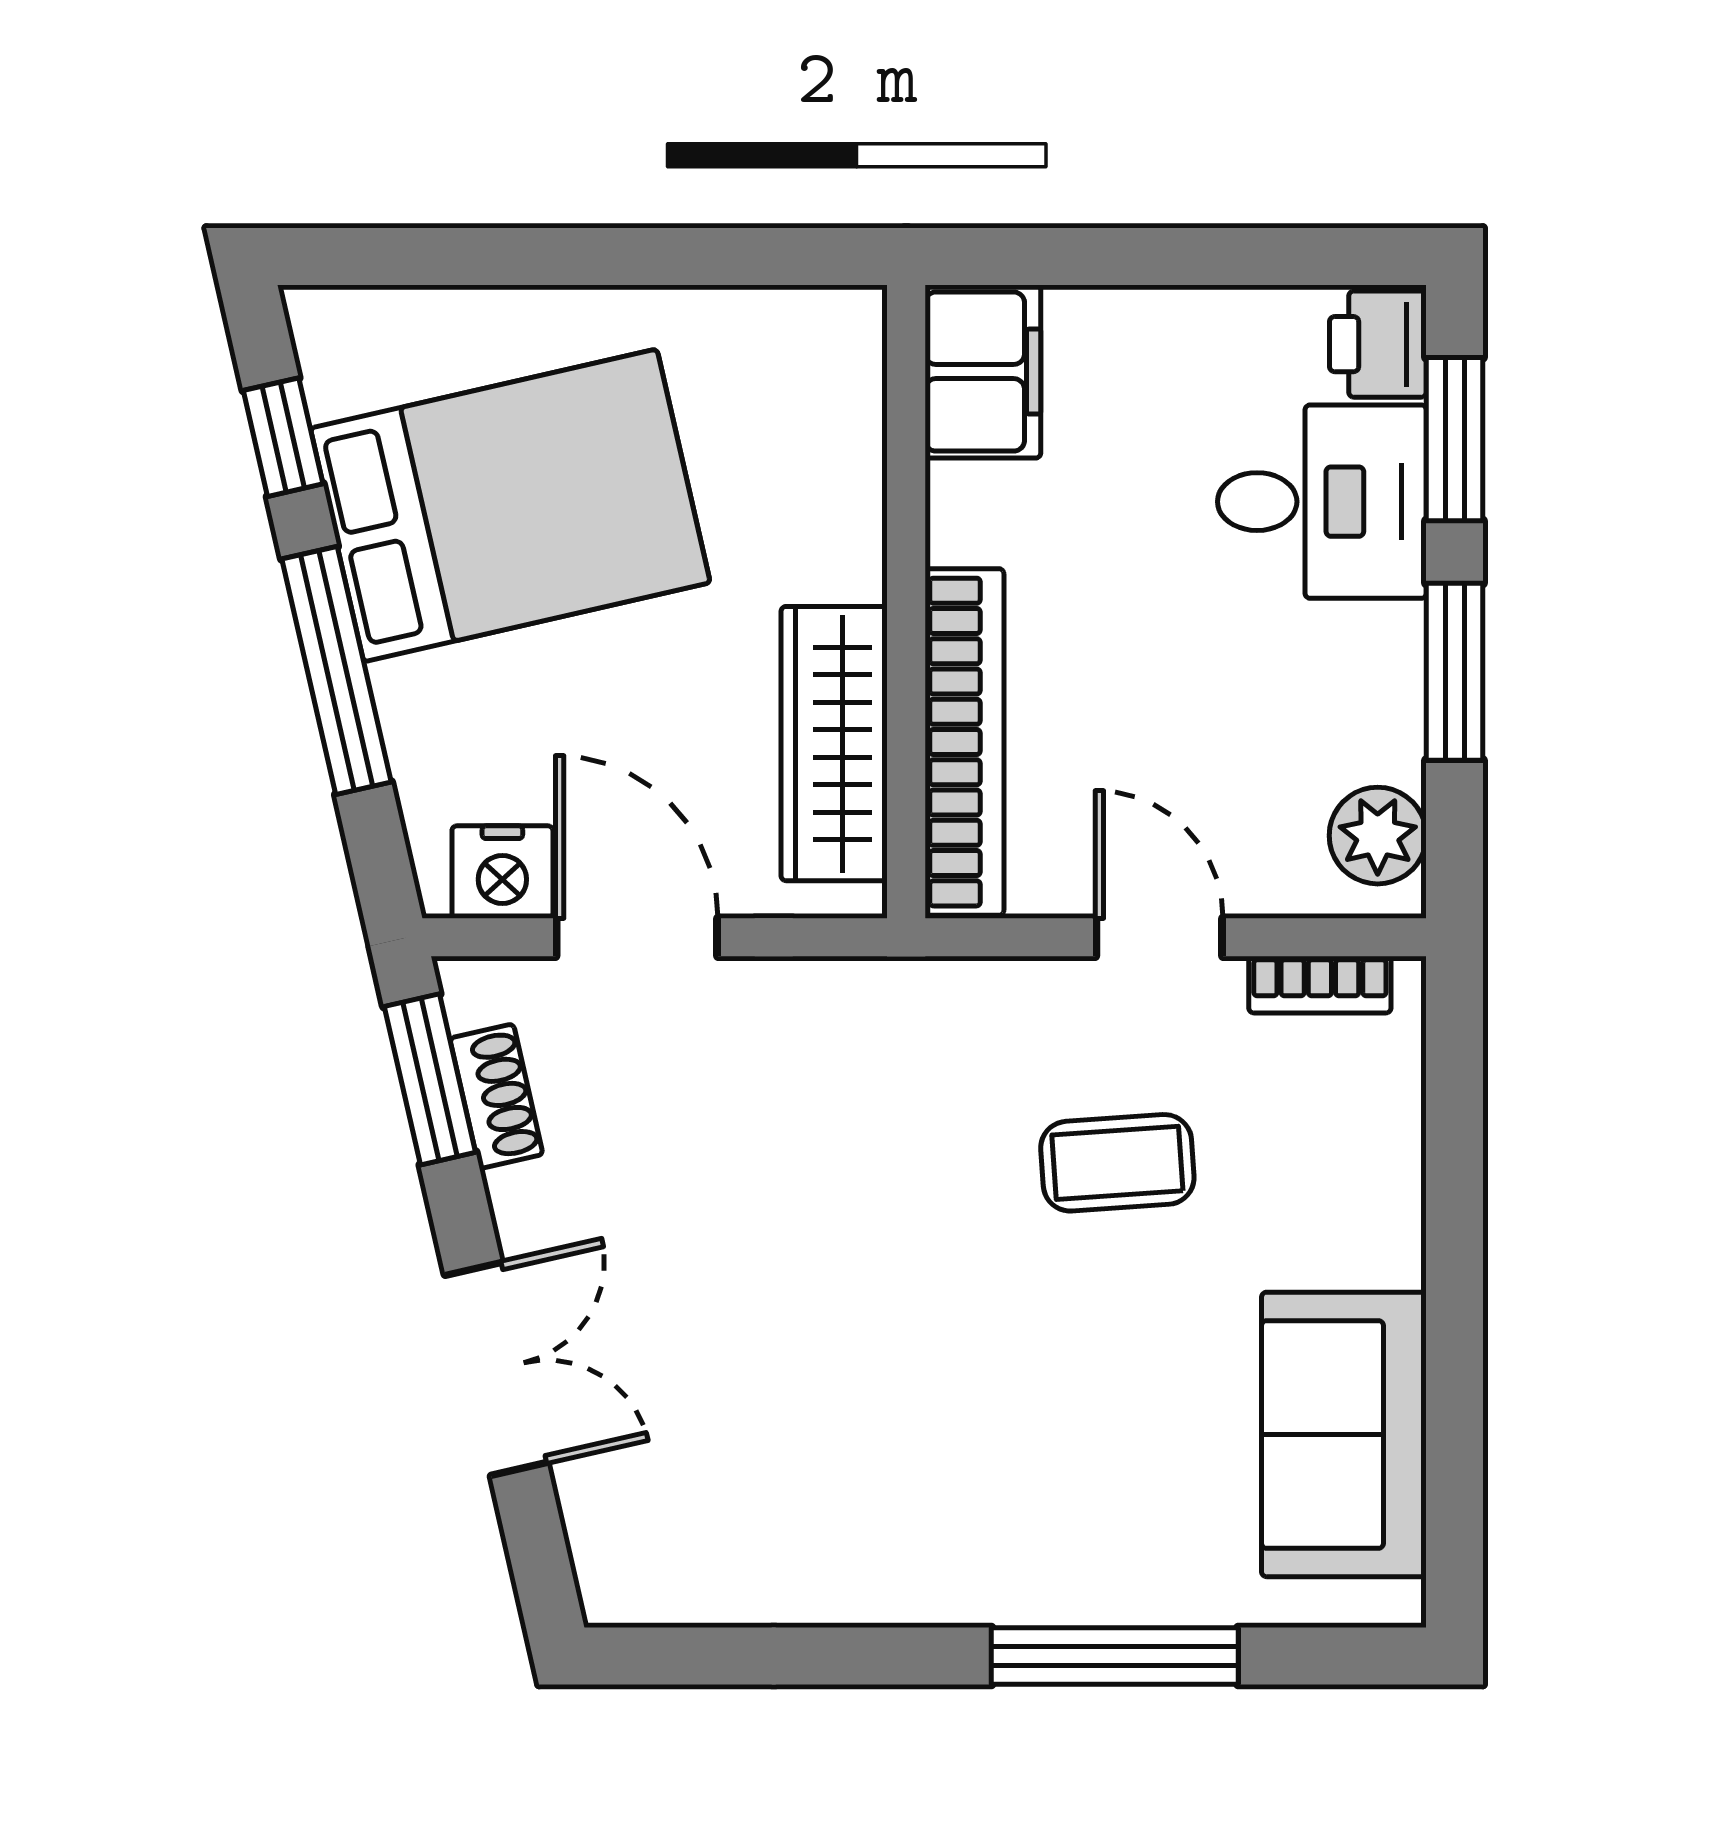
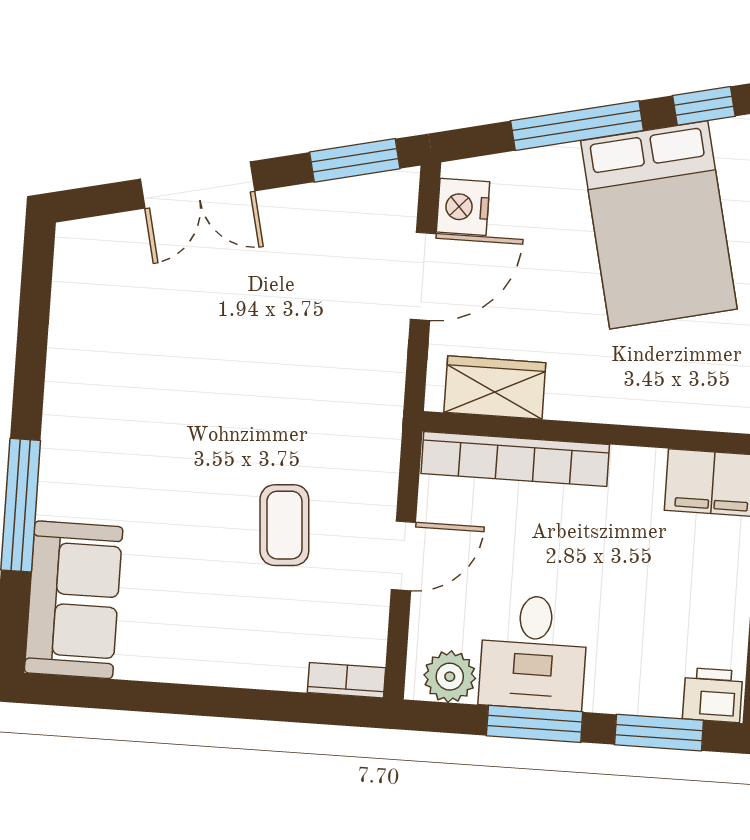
desk: (1322, 502) -> (534, 652), moved
wardrobe: (834, 744) -> (495, 388), width x0.67
bookcase: (1320, 985) -> (346, 680), moved, turned 90
shoe rack: (496, 1096) -> (343, 195), removed
sofa: (1344, 1434) -> (74, 600), moved, turned 90

